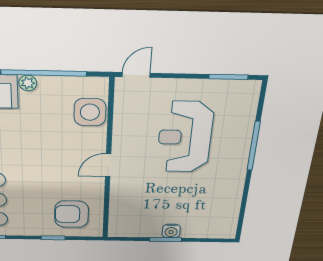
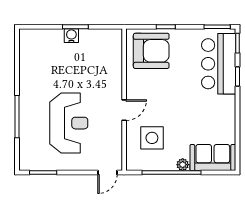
side table: (90, 112) -> (152, 138), moved
door: (108, 165) -> (124, 110), moved
armchair: (72, 214) -> (151, 51), width x1.36, depth x1.36

